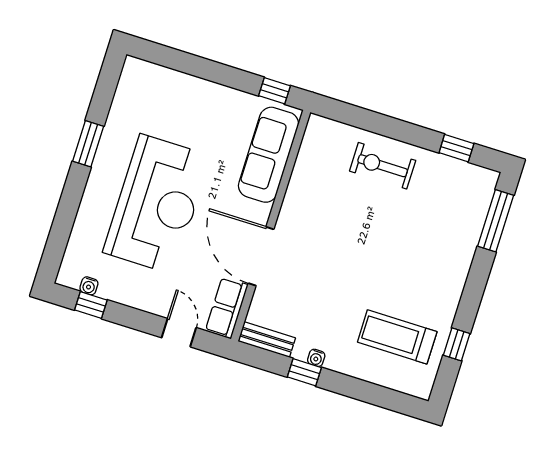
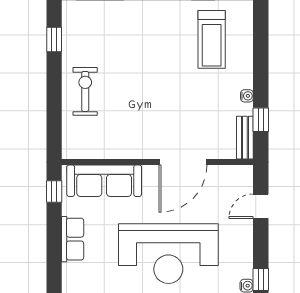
exercise bike: (383, 166) -> (85, 91), turned 180
reception desk: (157, 204) -> (168, 254), turned 180
row of seats: (227, 308) -> (73, 239), moved, turned -90
window: (304, 372) -> (261, 120), moved

